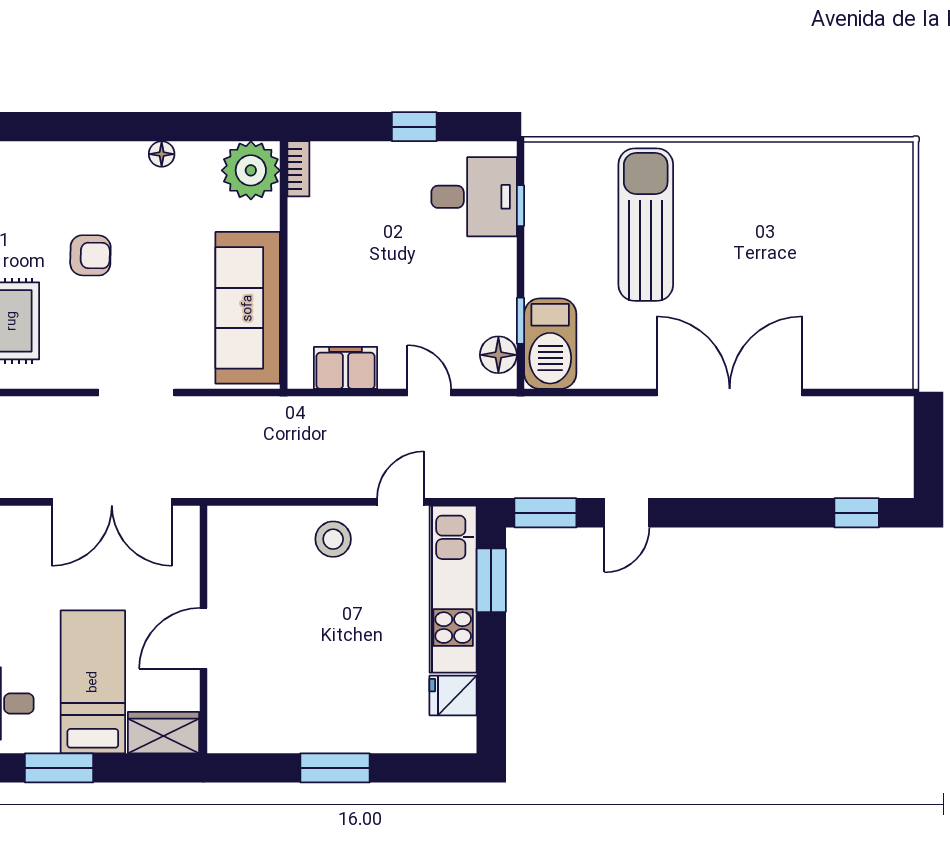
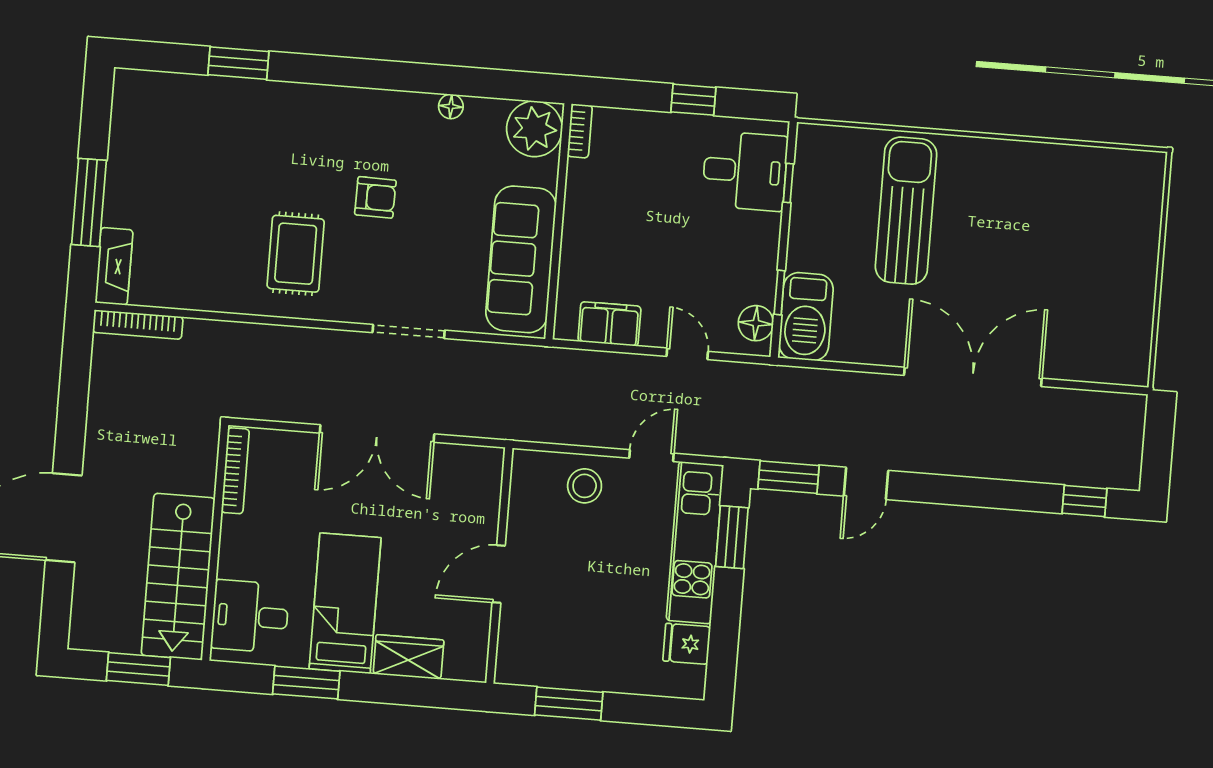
wall: (203, 629) -> (499, 565), moved
door: (203, 638) -> (499, 574), moved

